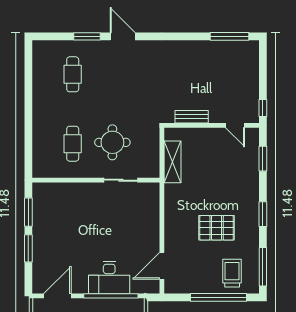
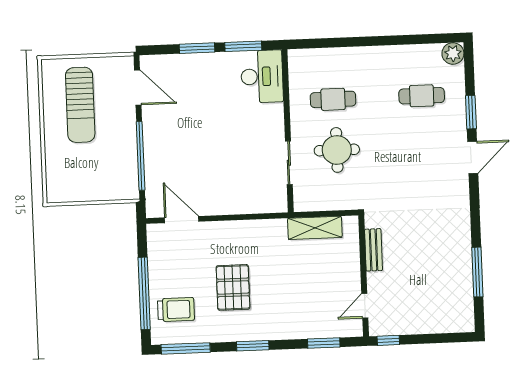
window: (230, 36) -> (477, 272), moved
plant: (41, 49) -> (453, 53), added
desk: (109, 278) -> (262, 76), moved, turned 180

